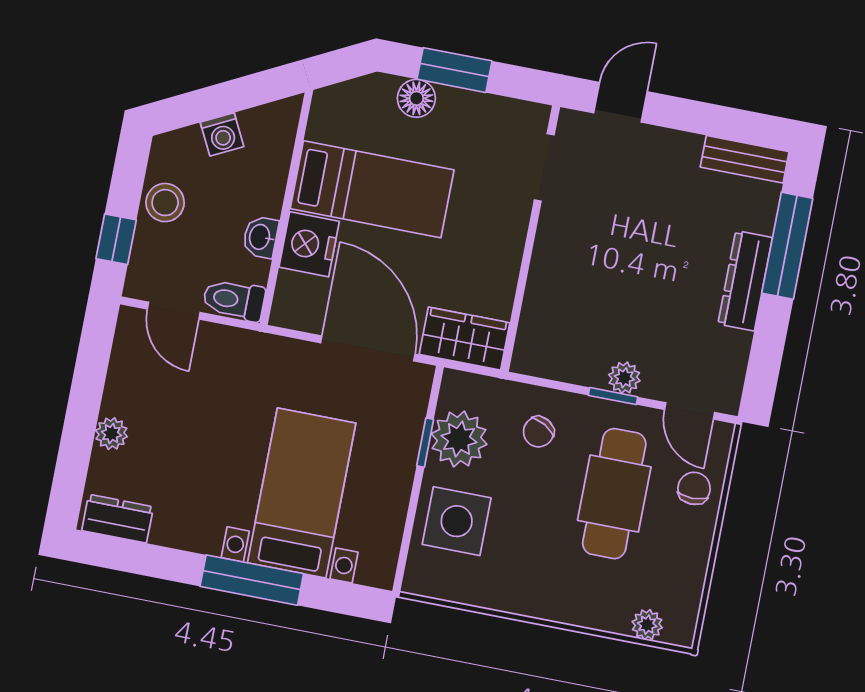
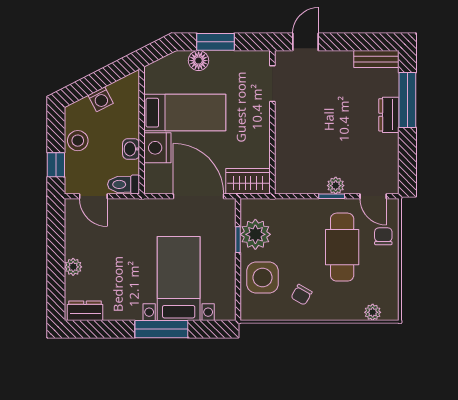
dresser: (745, 281) -> (389, 115), width x0.70
chair: (539, 432) -> (302, 295), moved

